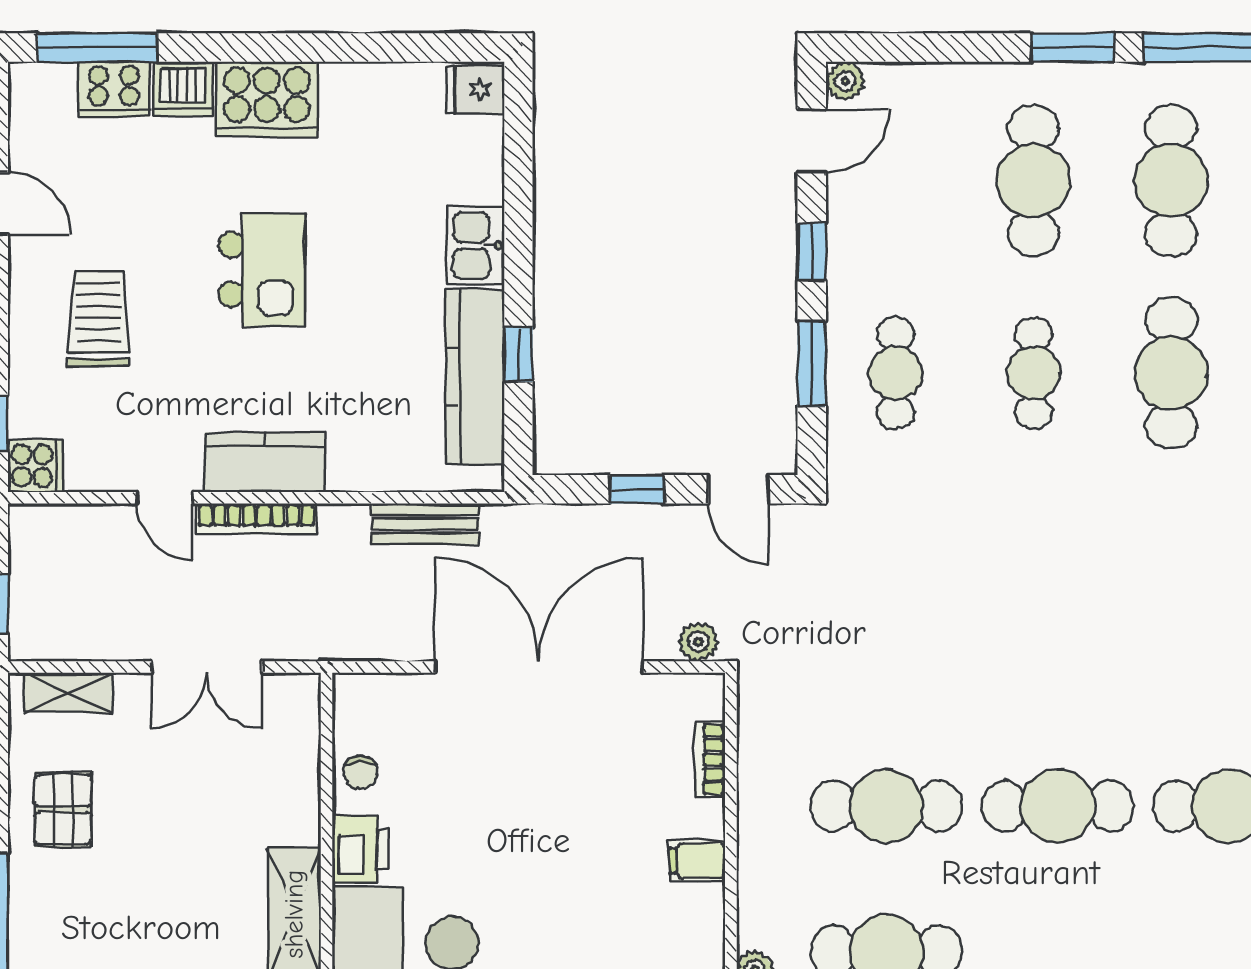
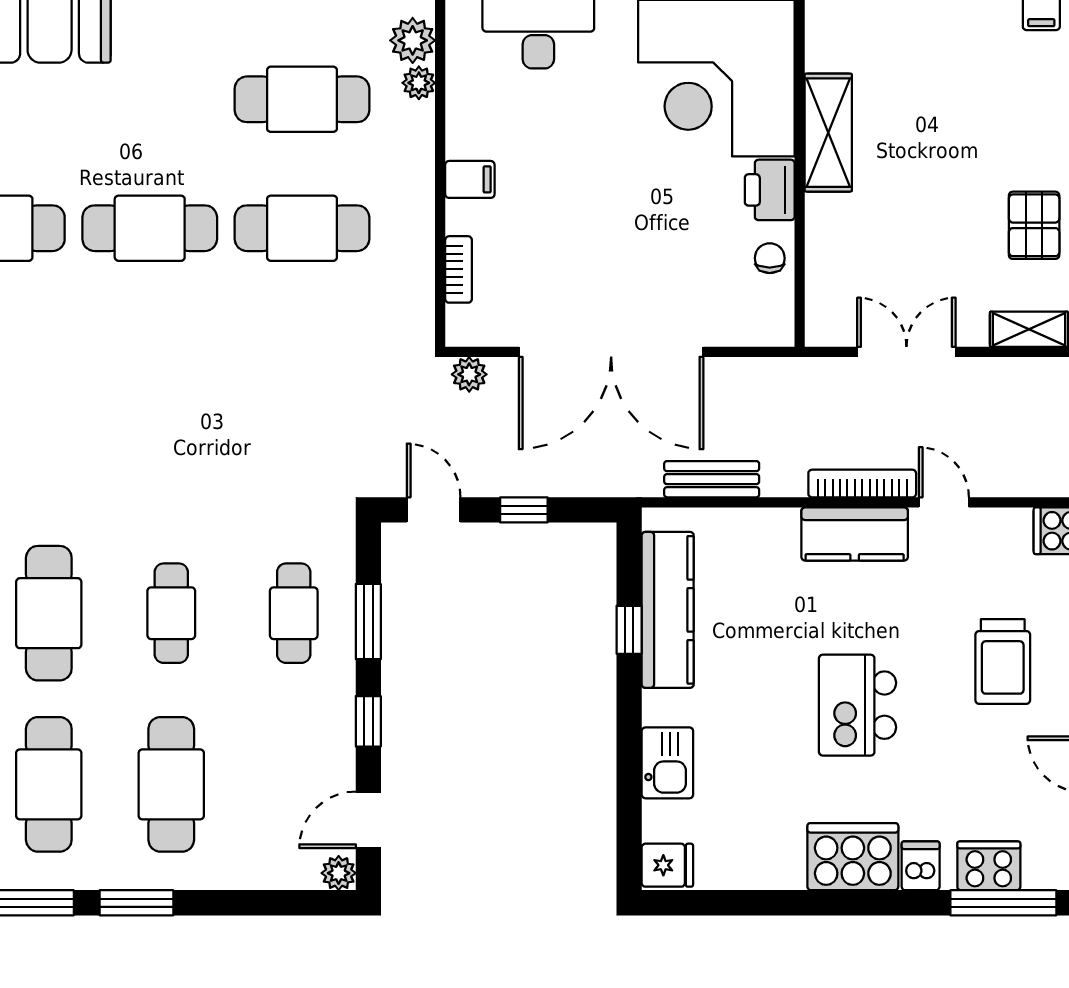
dishwasher: (183, 89) -> (921, 866), width x0.73
kitchen sink: (475, 246) -> (667, 763), moved

